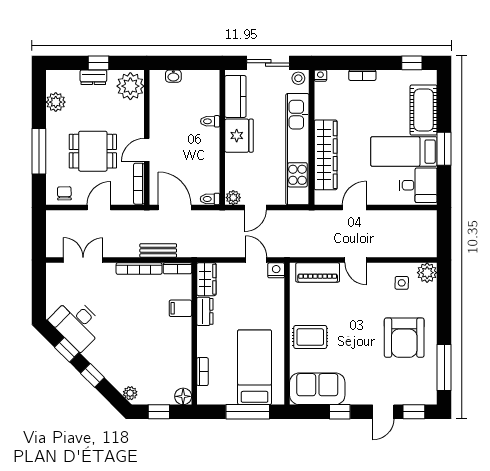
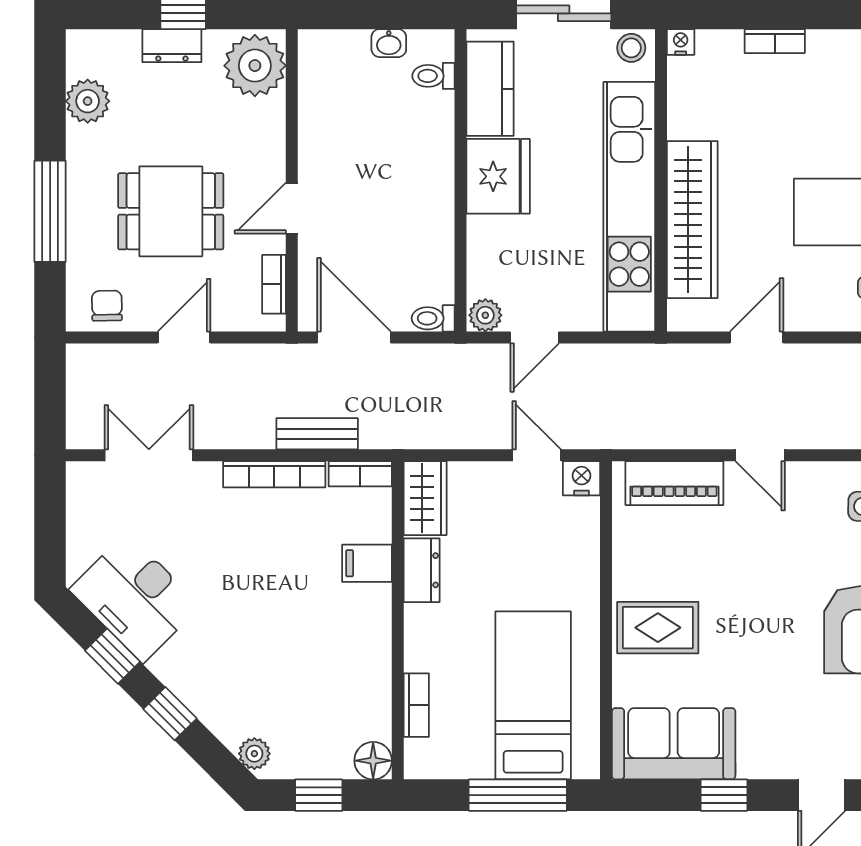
washbasin: (173, 76) -> (389, 43), moved
toilet: (210, 121) -> (433, 76), moved
bookcase: (139, 184) -> (274, 284), width x0.64

